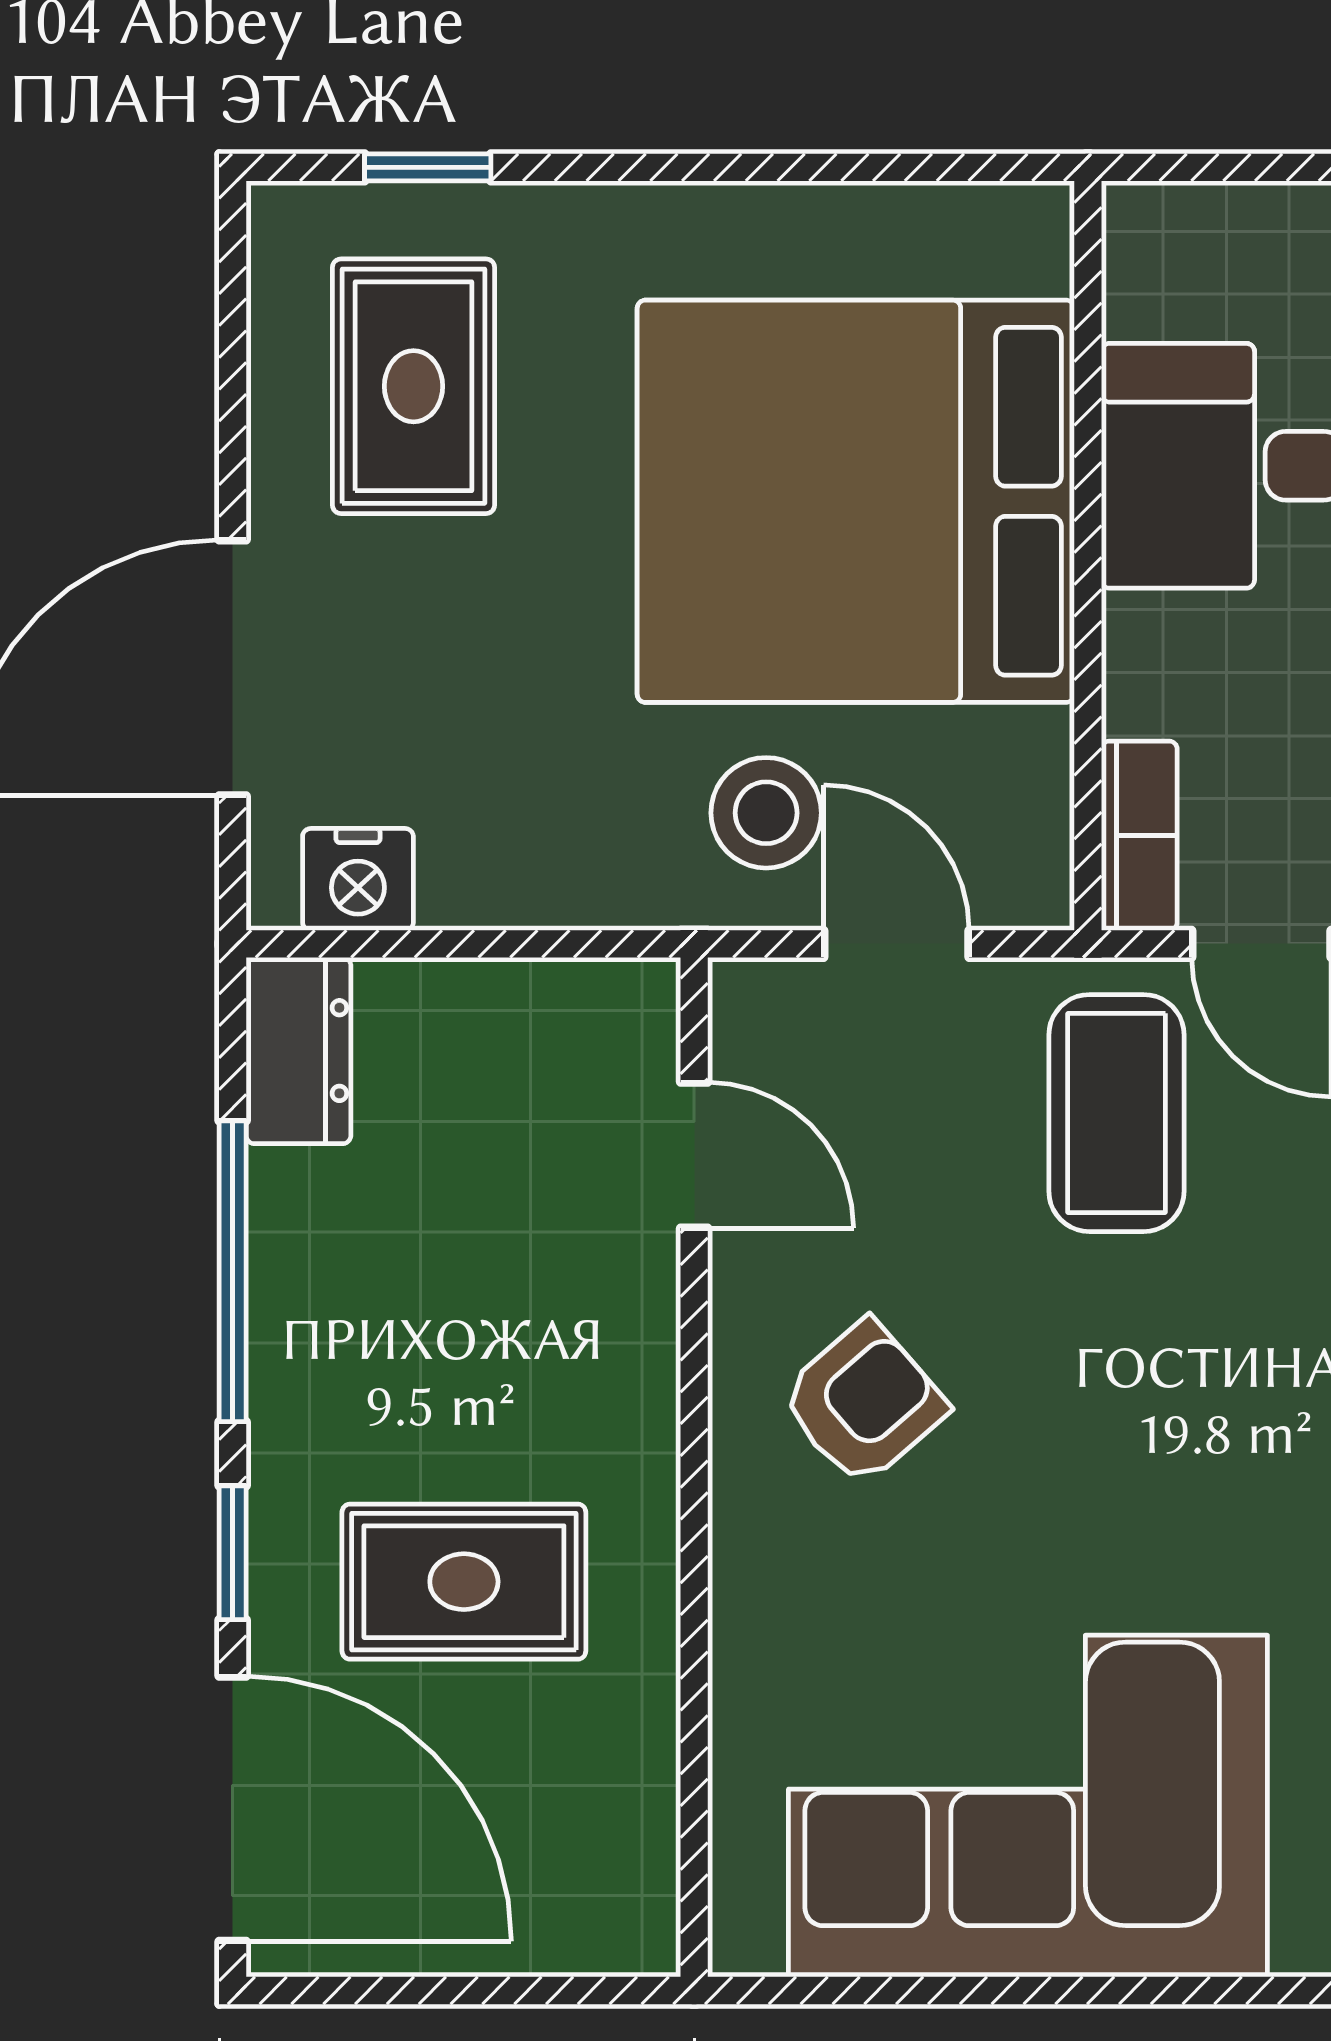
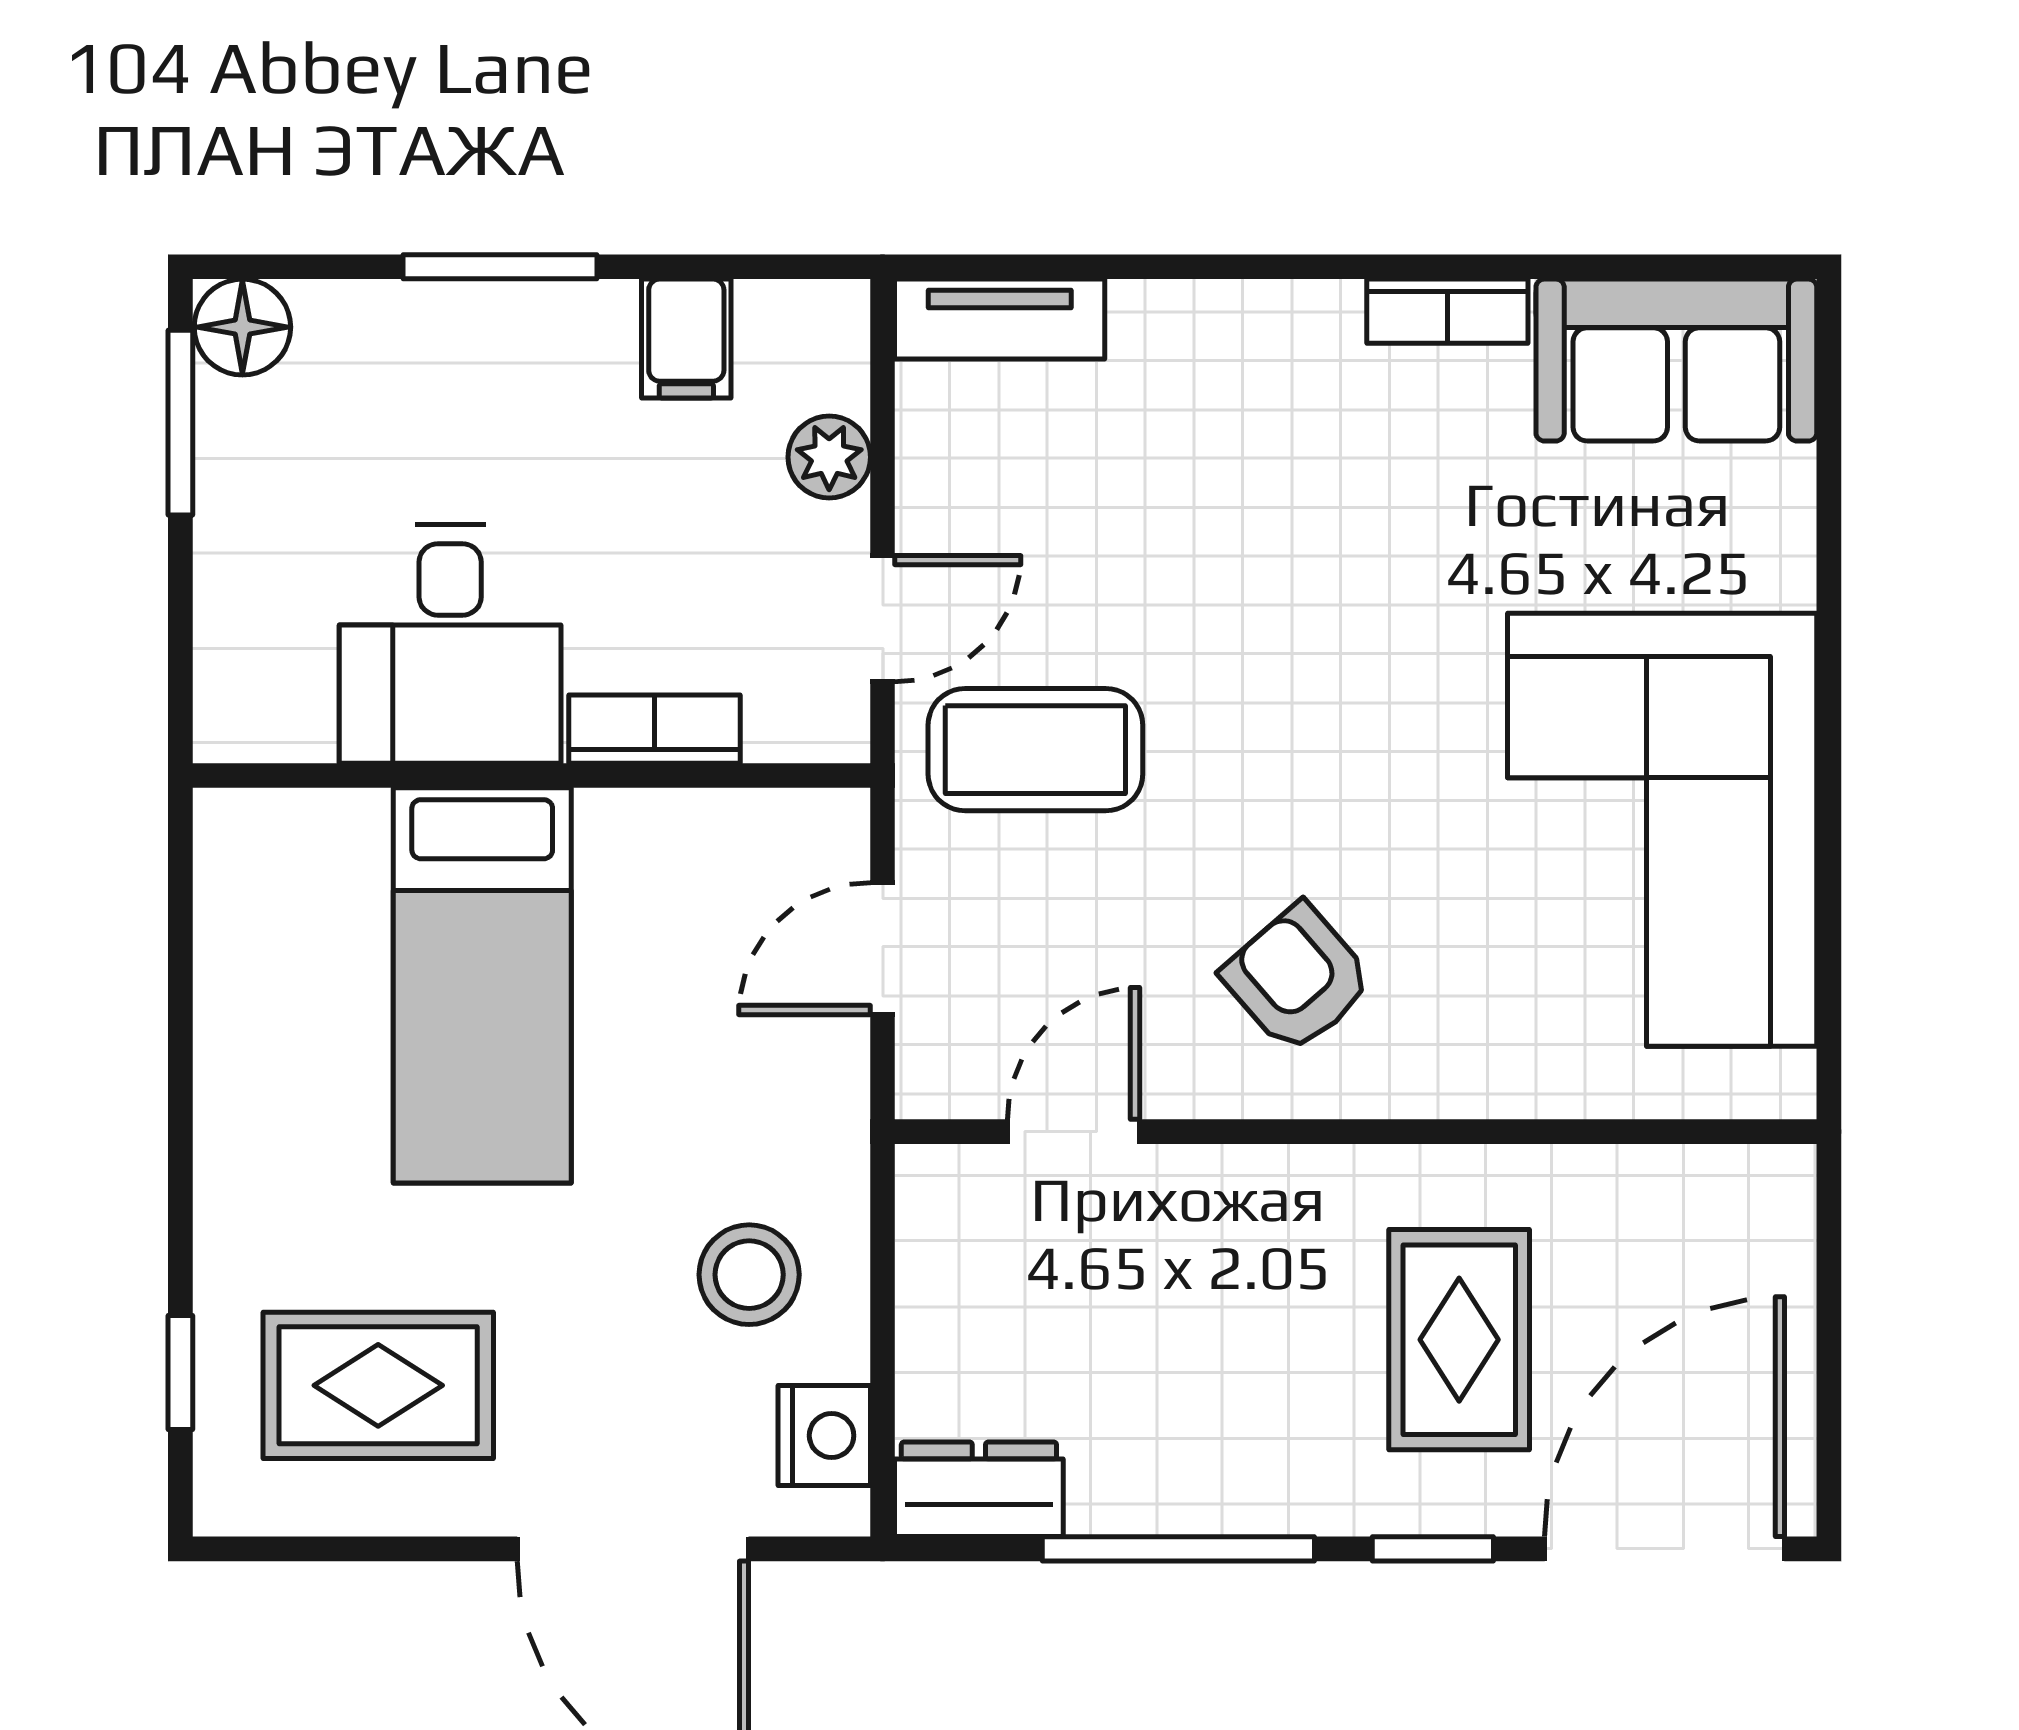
bed: (856, 501) -> (482, 985), width x0.49
stool: (766, 813) -> (749, 1275), moved
bookcase: (1139, 836) -> (655, 729), moved

